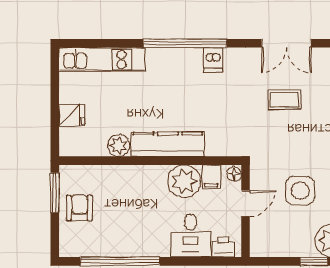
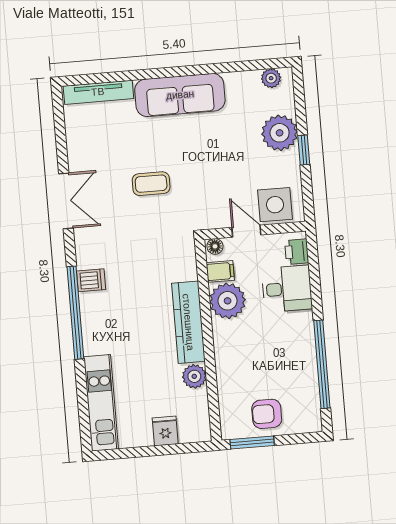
coffee table: (284, 100) -> (151, 184), moved, turned 90
side table: (300, 191) -> (275, 205), moved

